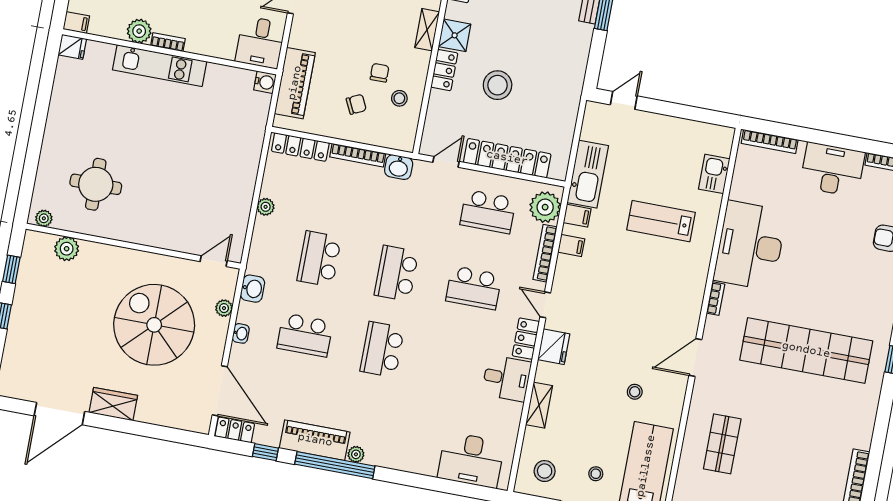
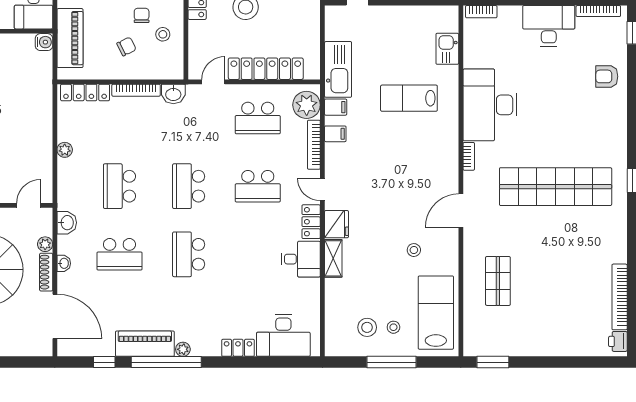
bookcase: (770, 141) -> (481, 12), width x0.64
shoe rack: (219, 340) -> (46, 272), added
shelving: (539, 405) -> (333, 258), moved
locker: (235, 430) -> (238, 348), moved
stool: (545, 471) -> (367, 327), moved

